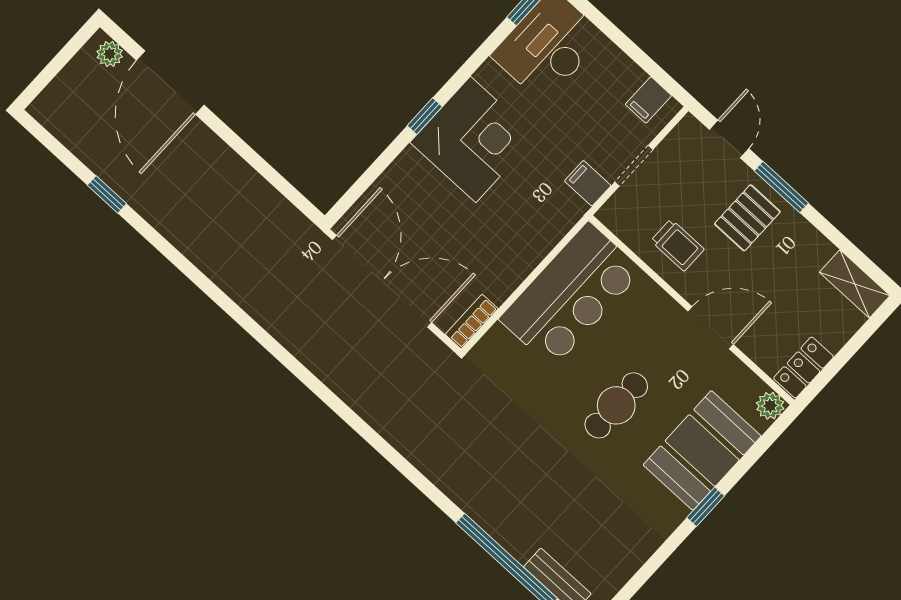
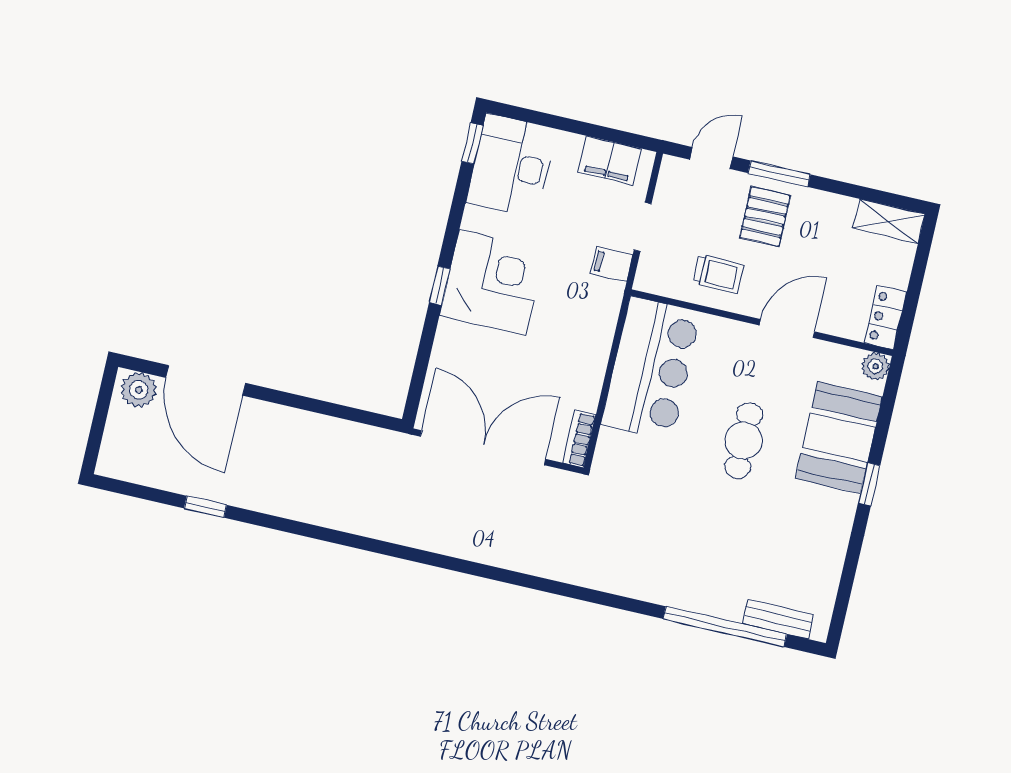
plant: (110, 54) -> (139, 390), width x1.38, depth x1.38
filing cabinet: (648, 100) -> (609, 160), width x2.00
door: (729, 139) -> (711, 158), hinge flipped

